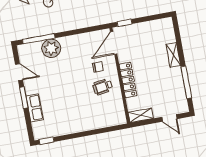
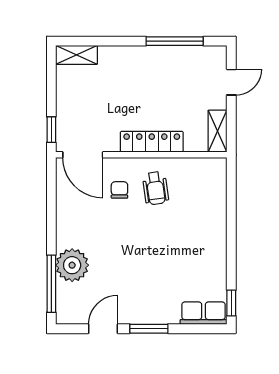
shelving: (173, 55) -> (77, 55), moved
row of seats: (35, 108) -> (204, 313), moved

